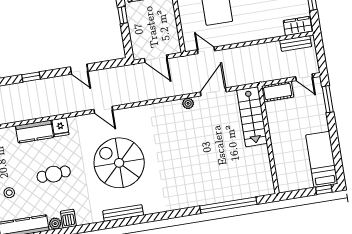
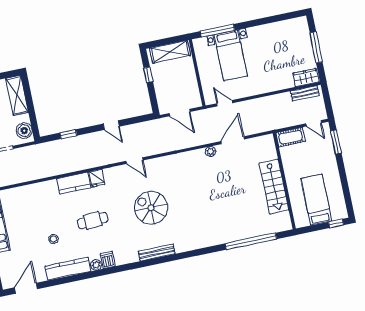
stairs: (252, 117) -> (274, 187), moved
bed: (322, 159) -> (316, 200), moved
spiral stairs: (119, 163) -> (151, 208), width x0.73, depth x0.73

